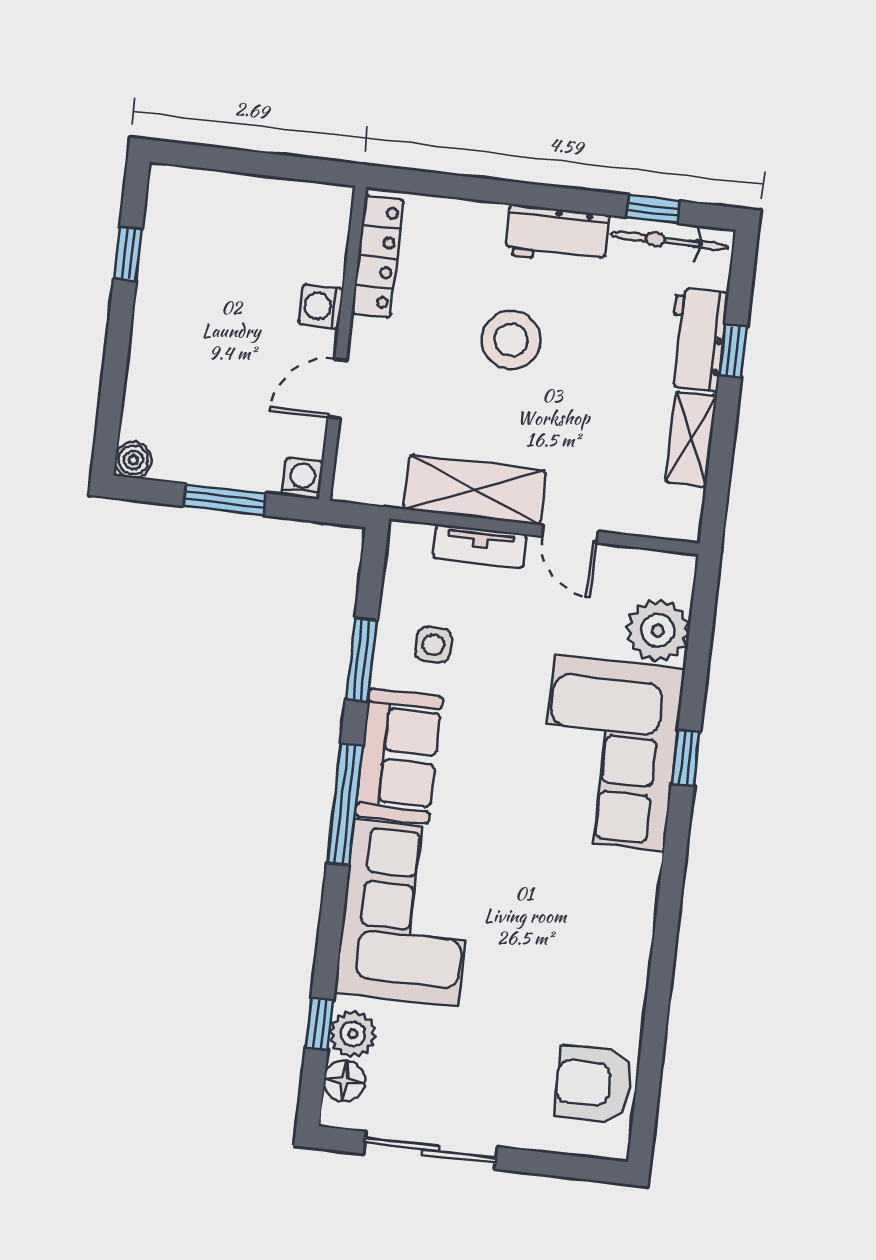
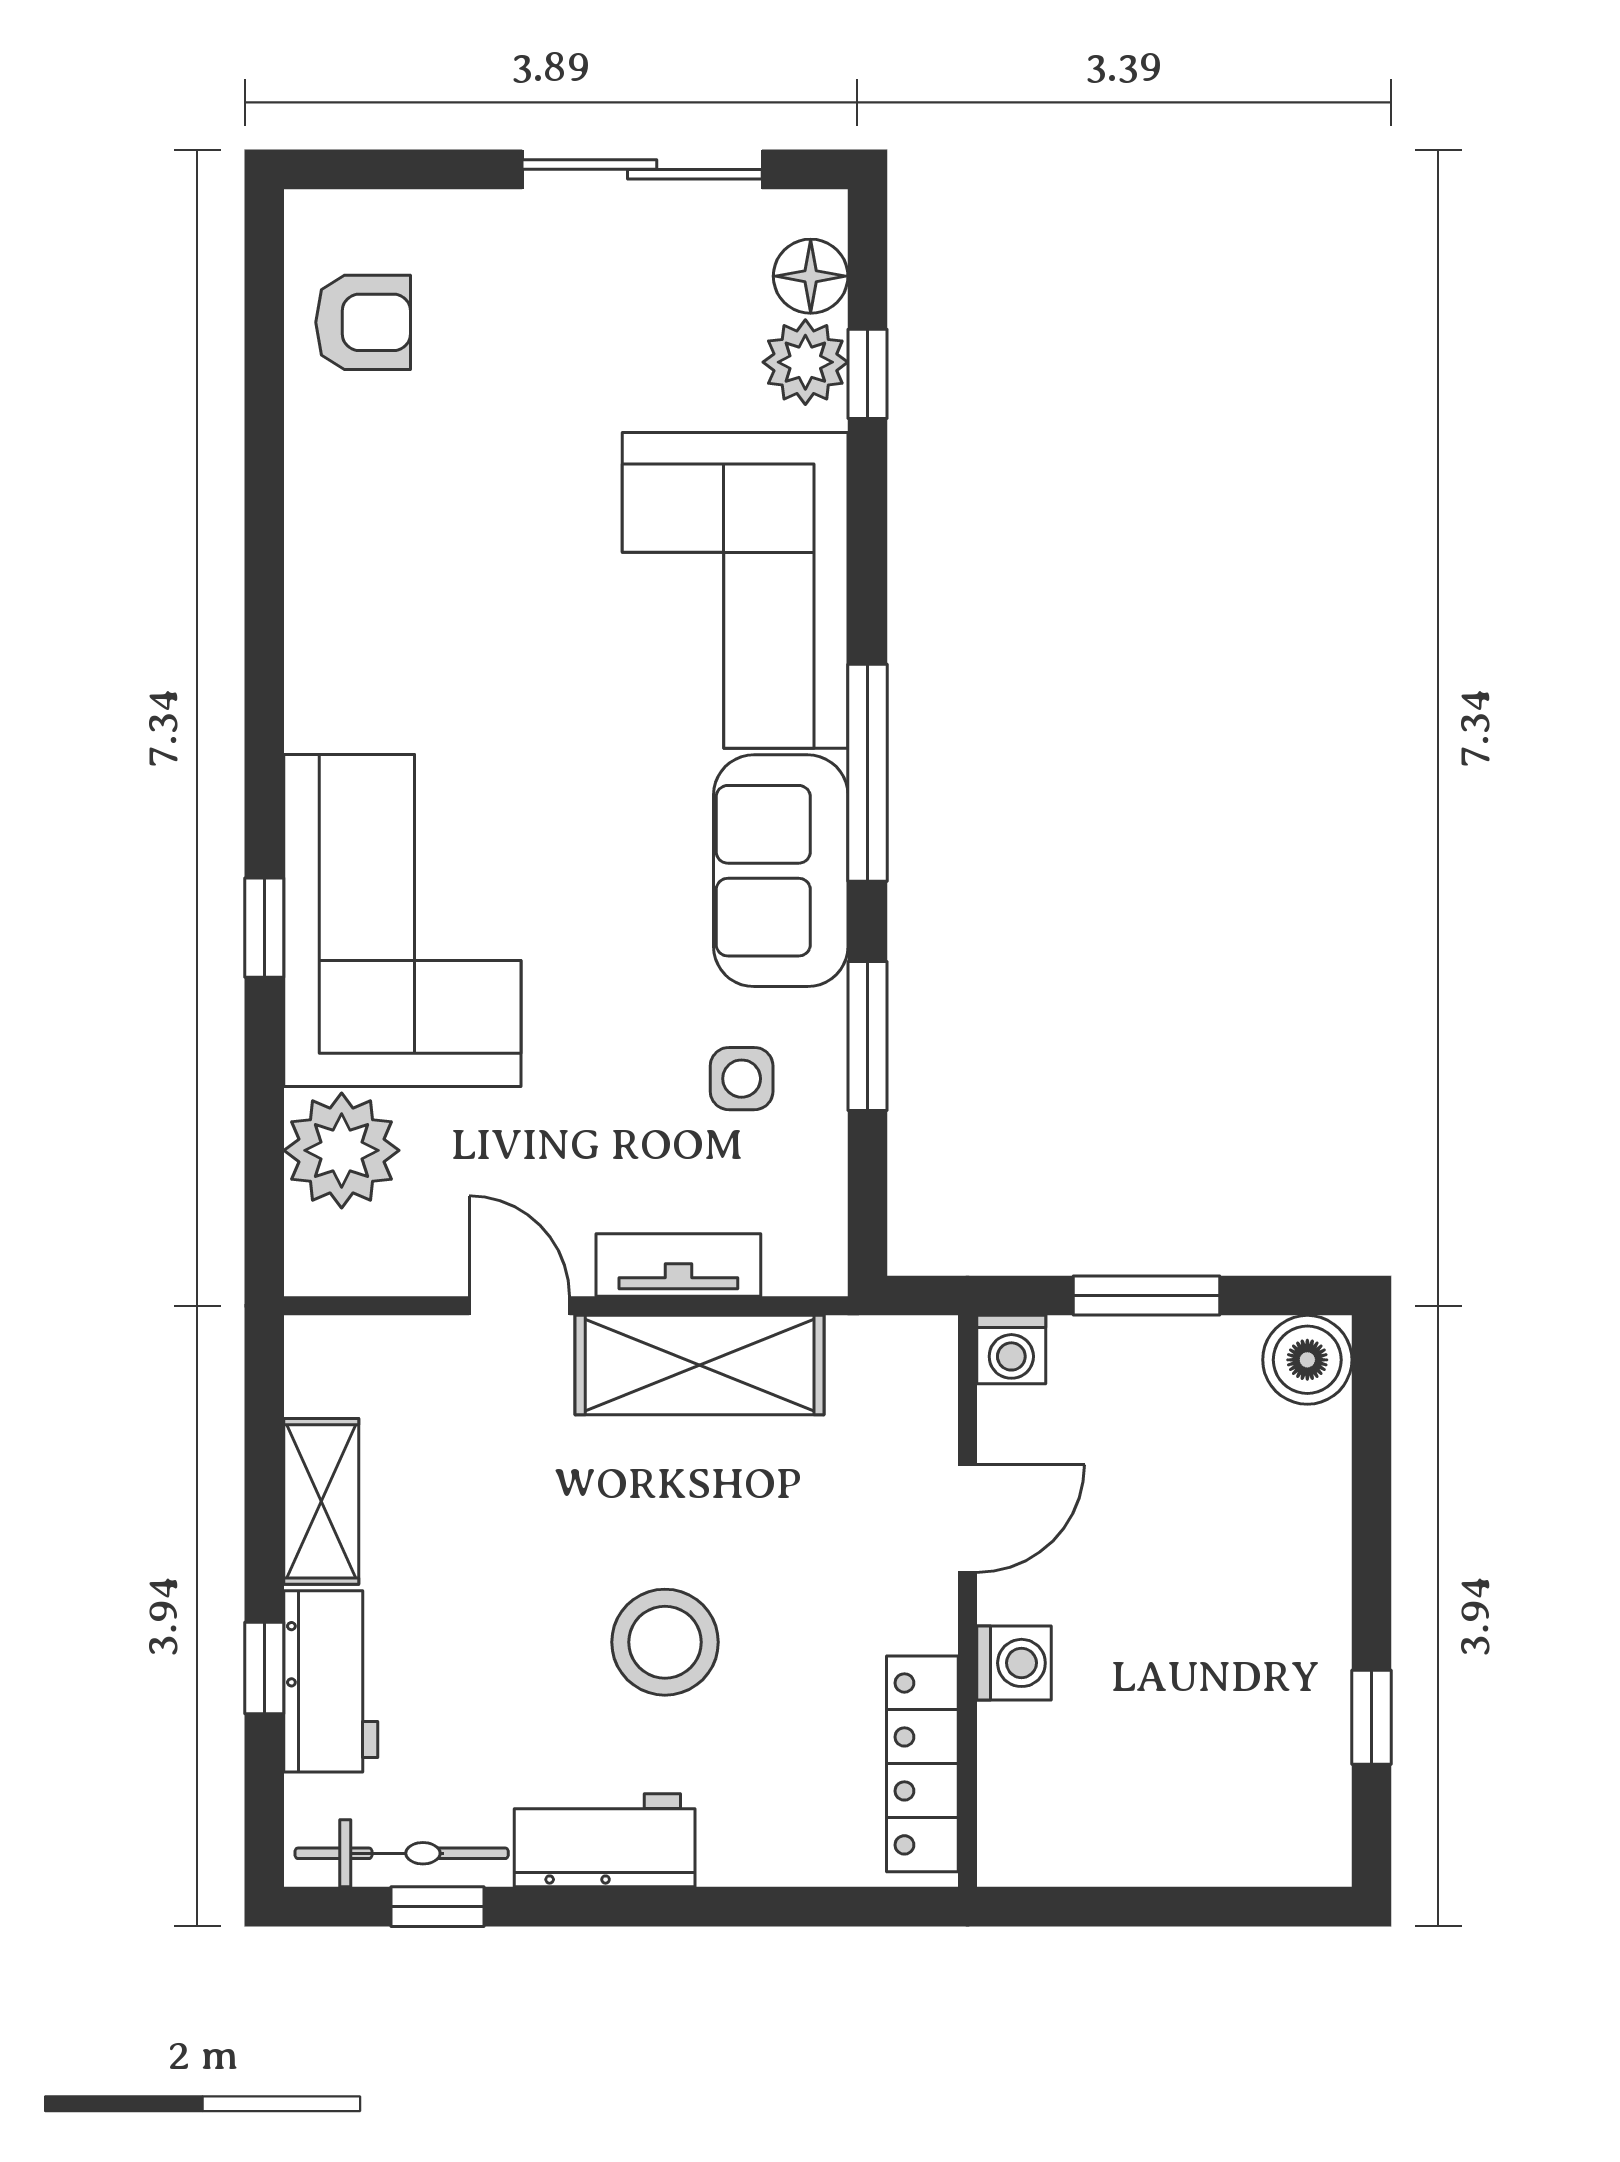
boiler: (133, 460) -> (1307, 1360), width x1.36, depth x1.36
armchair: (593, 1084) -> (363, 322), width x0.72, depth x0.72

